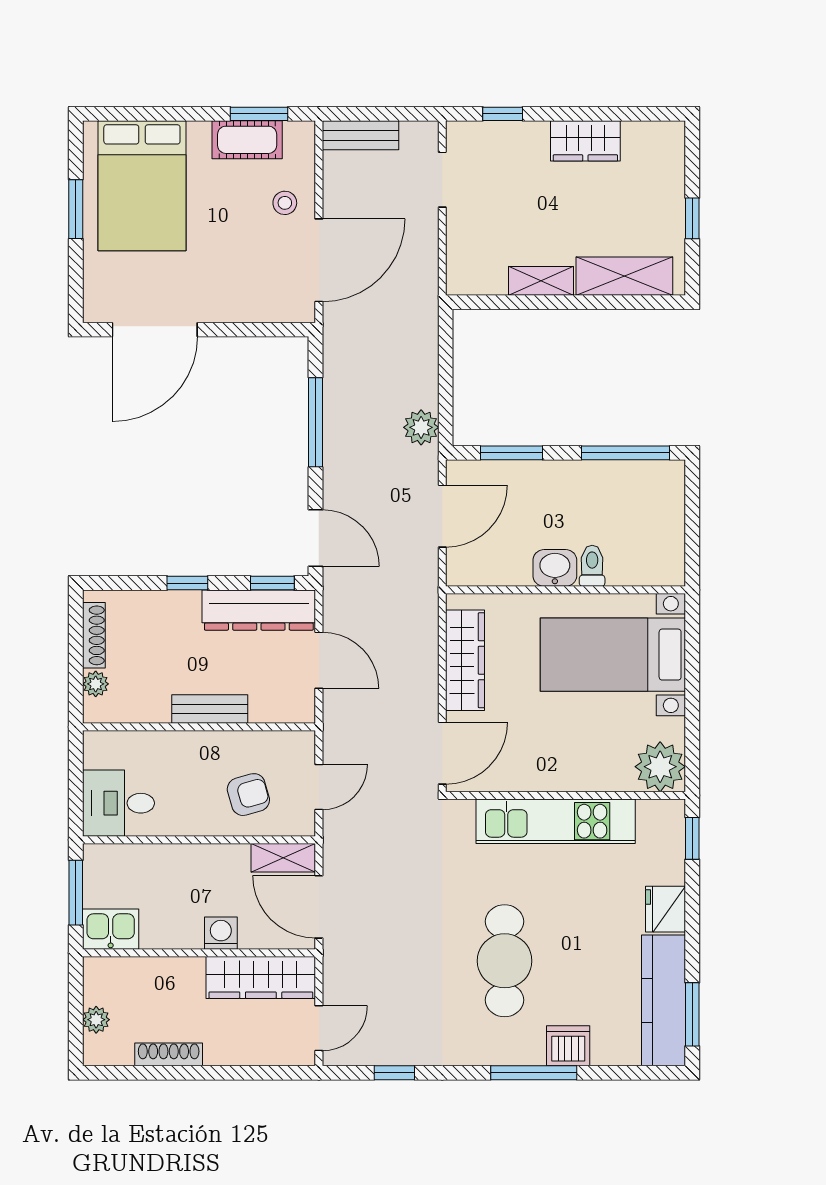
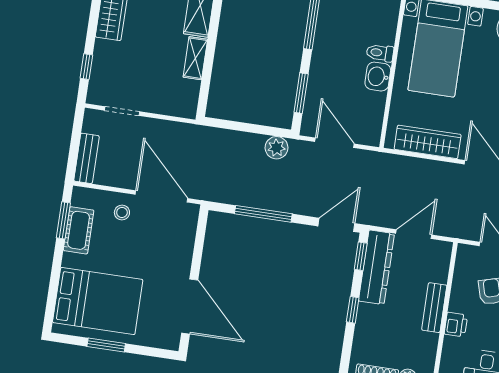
printer: (189, 746) -> (456, 325), added

